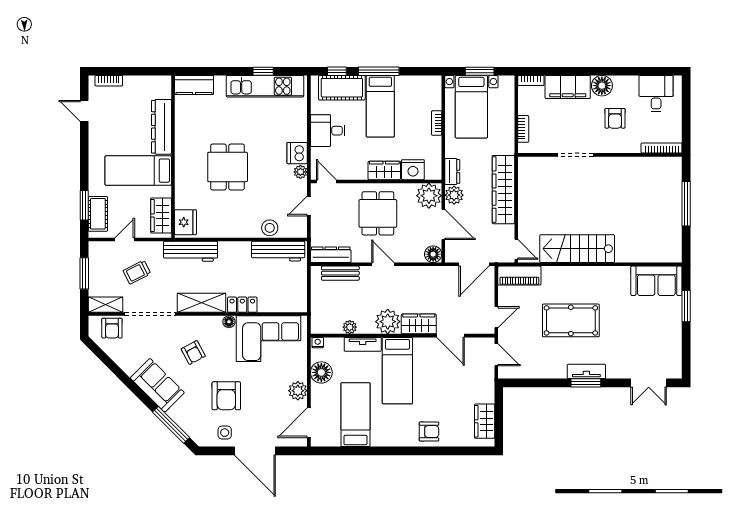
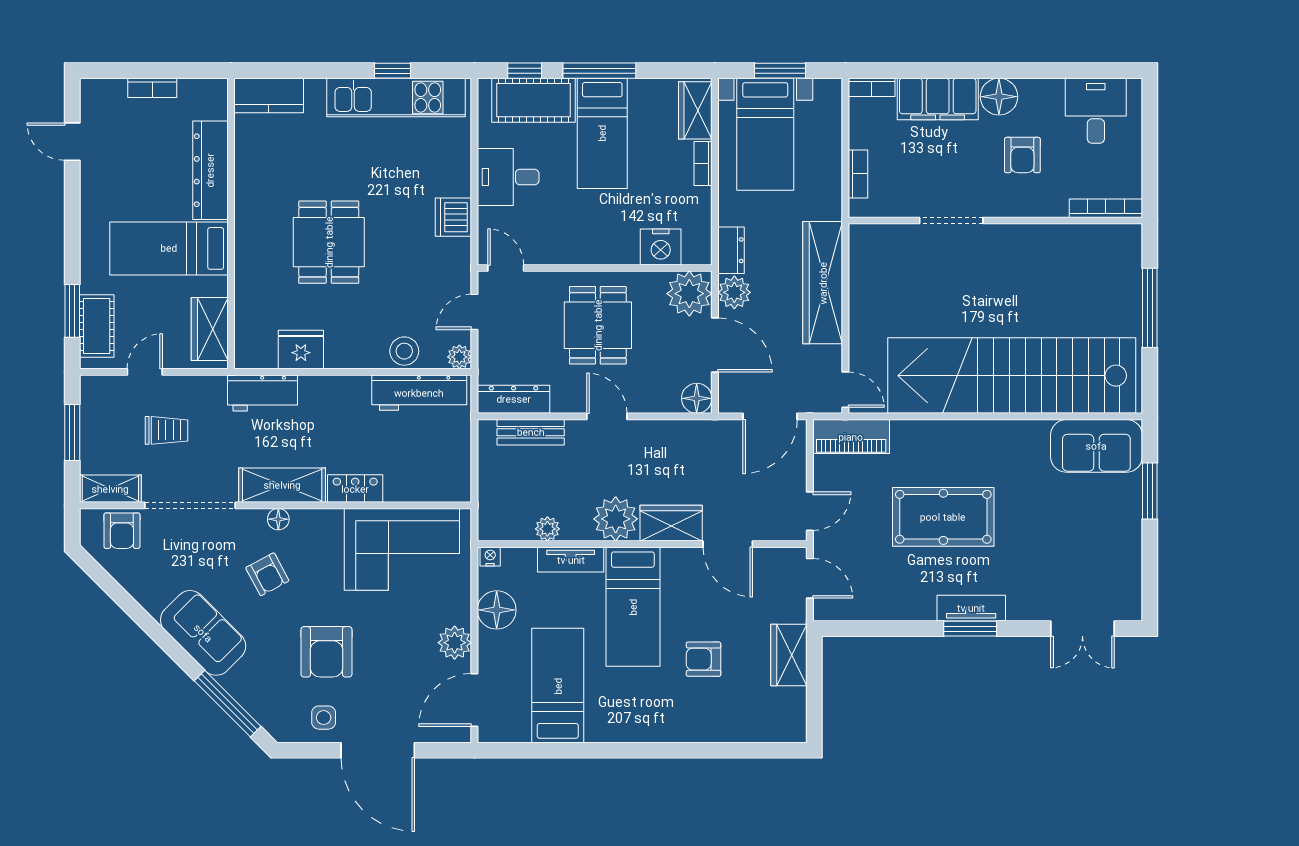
bookcase: (109, 81) -> (152, 88), moved
wardrobe: (384, 170) -> (695, 110), moved, turned -90
plant: (300, 172) -> (459, 357), moved
fridge: (185, 222) -> (301, 350), moved, turned -90
stairs: (577, 249) -> (1012, 376), width x1.86, depth x1.51
workbench: (191, 251) -> (263, 393), width x0.73
trolley: (137, 272) -> (166, 430), turned -153
floor lamp: (229, 322) -> (278, 519), moved
wardrobe: (485, 421) -> (789, 655), moved
armchair: (429, 432) -> (703, 659), moved, turned 180

